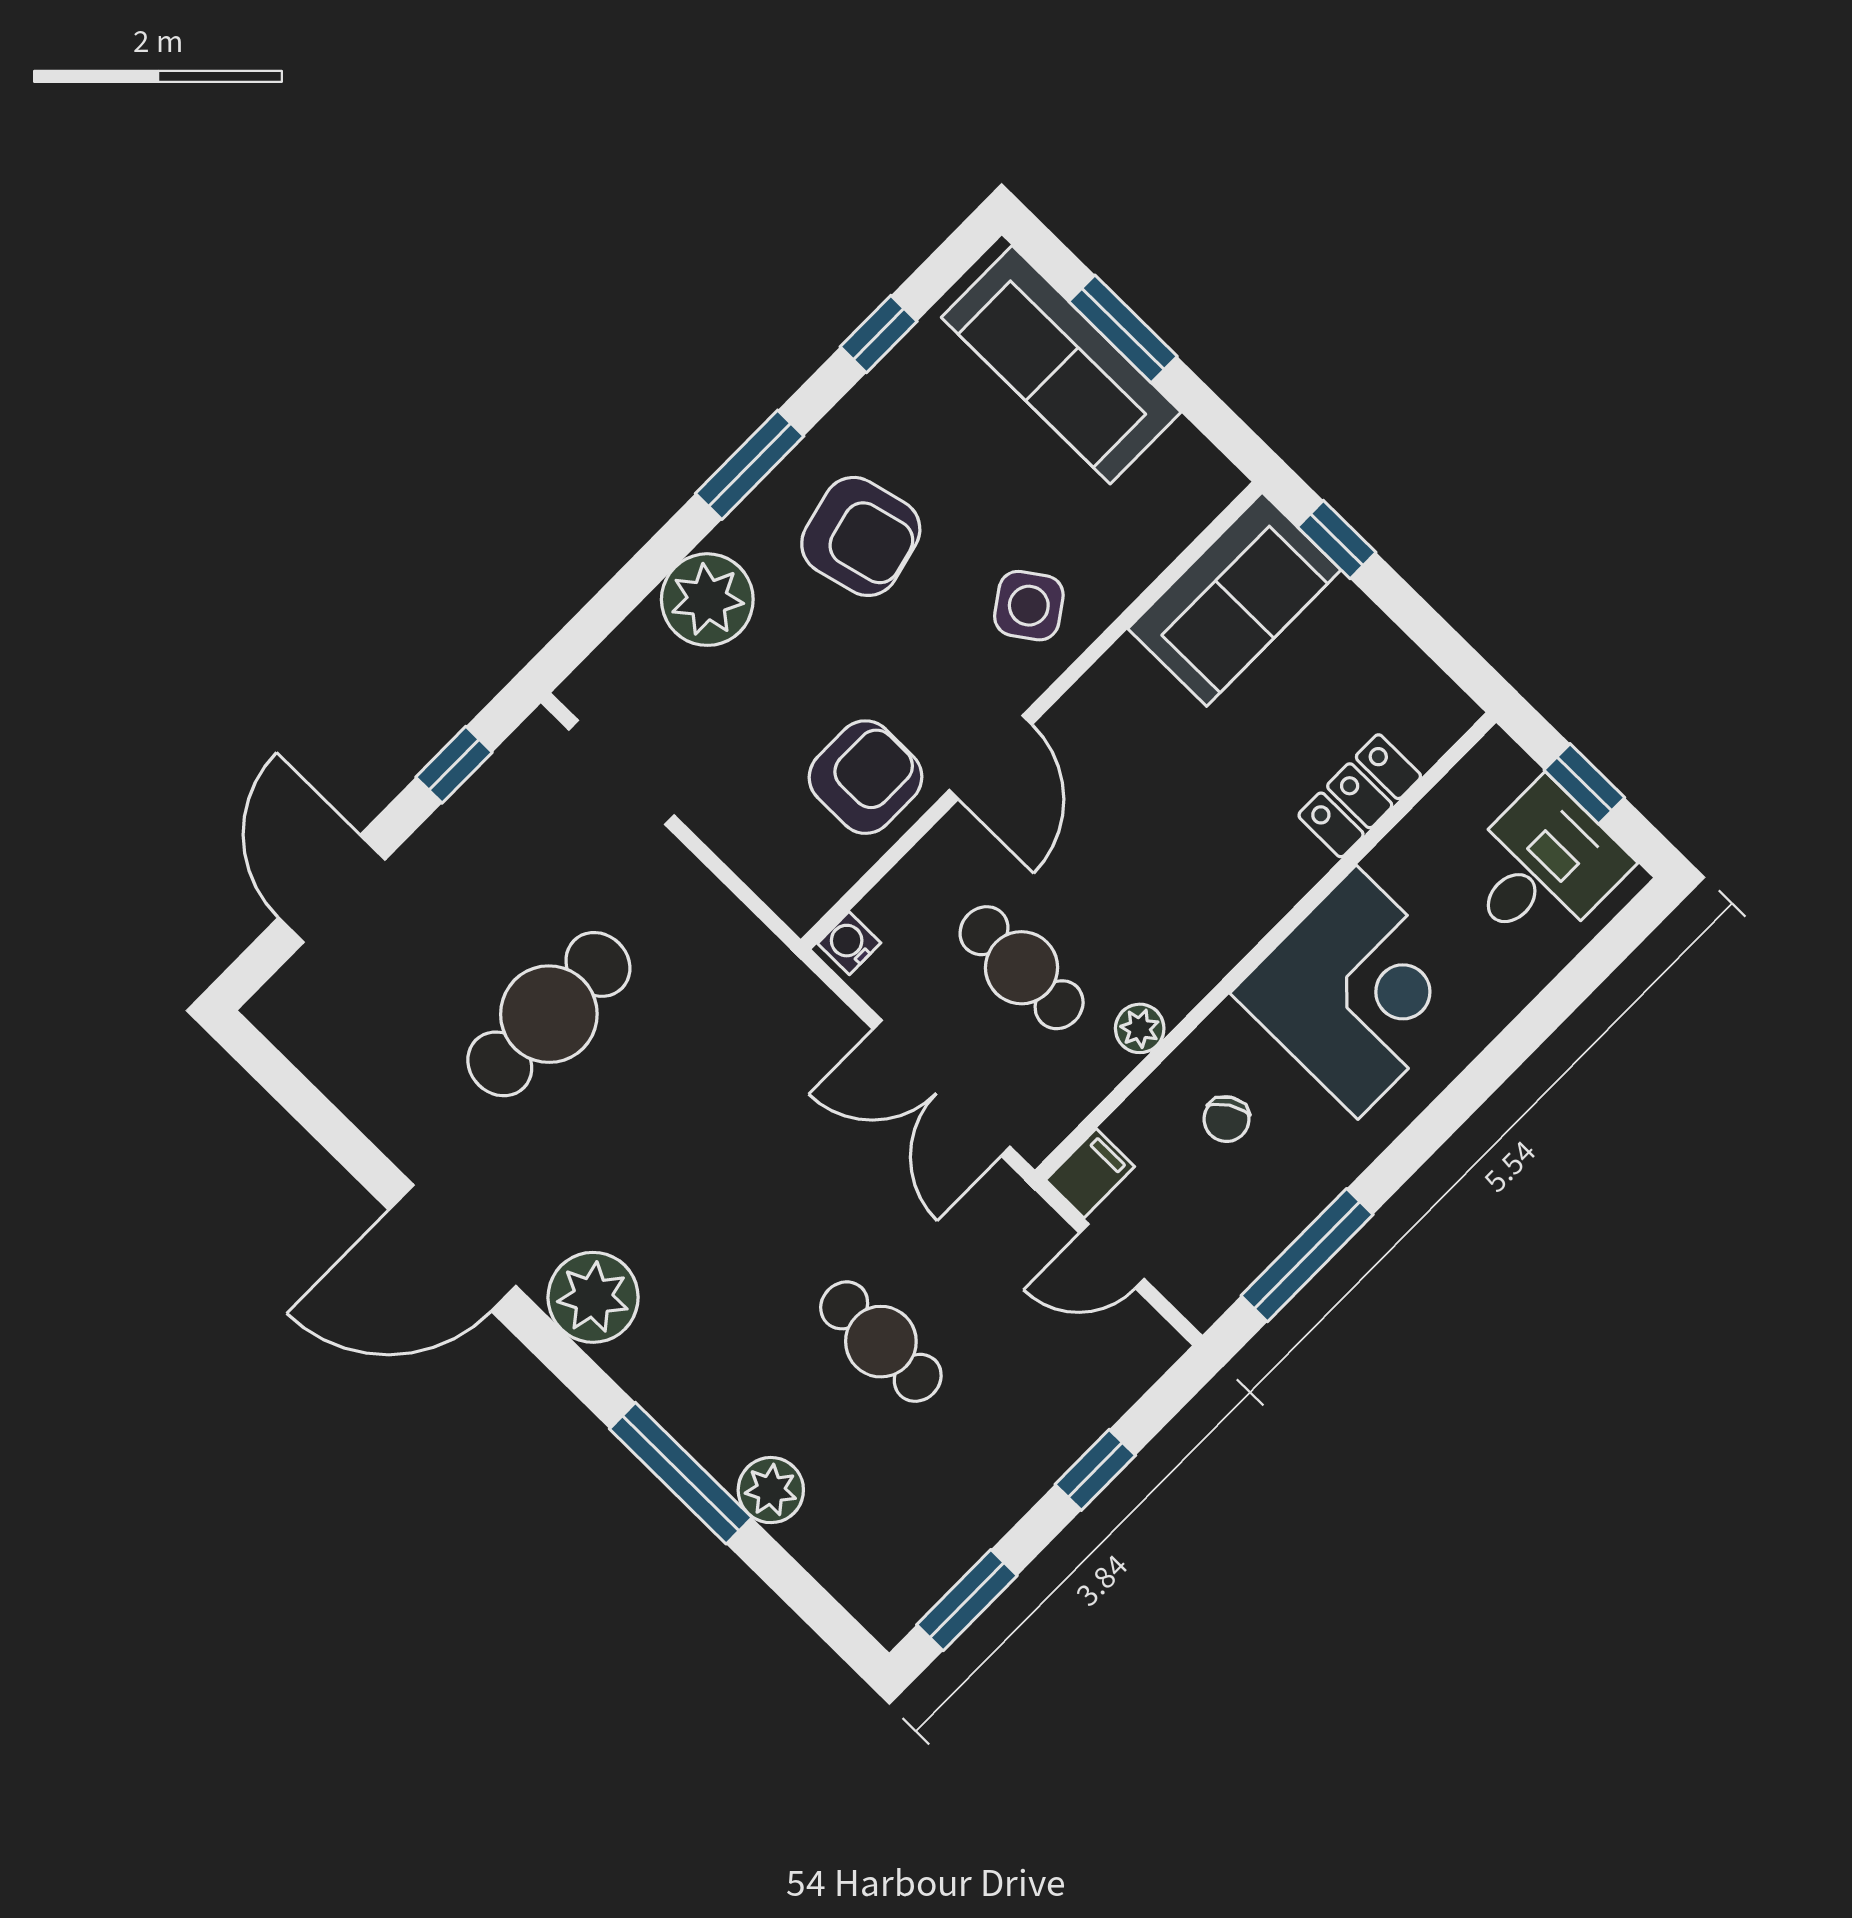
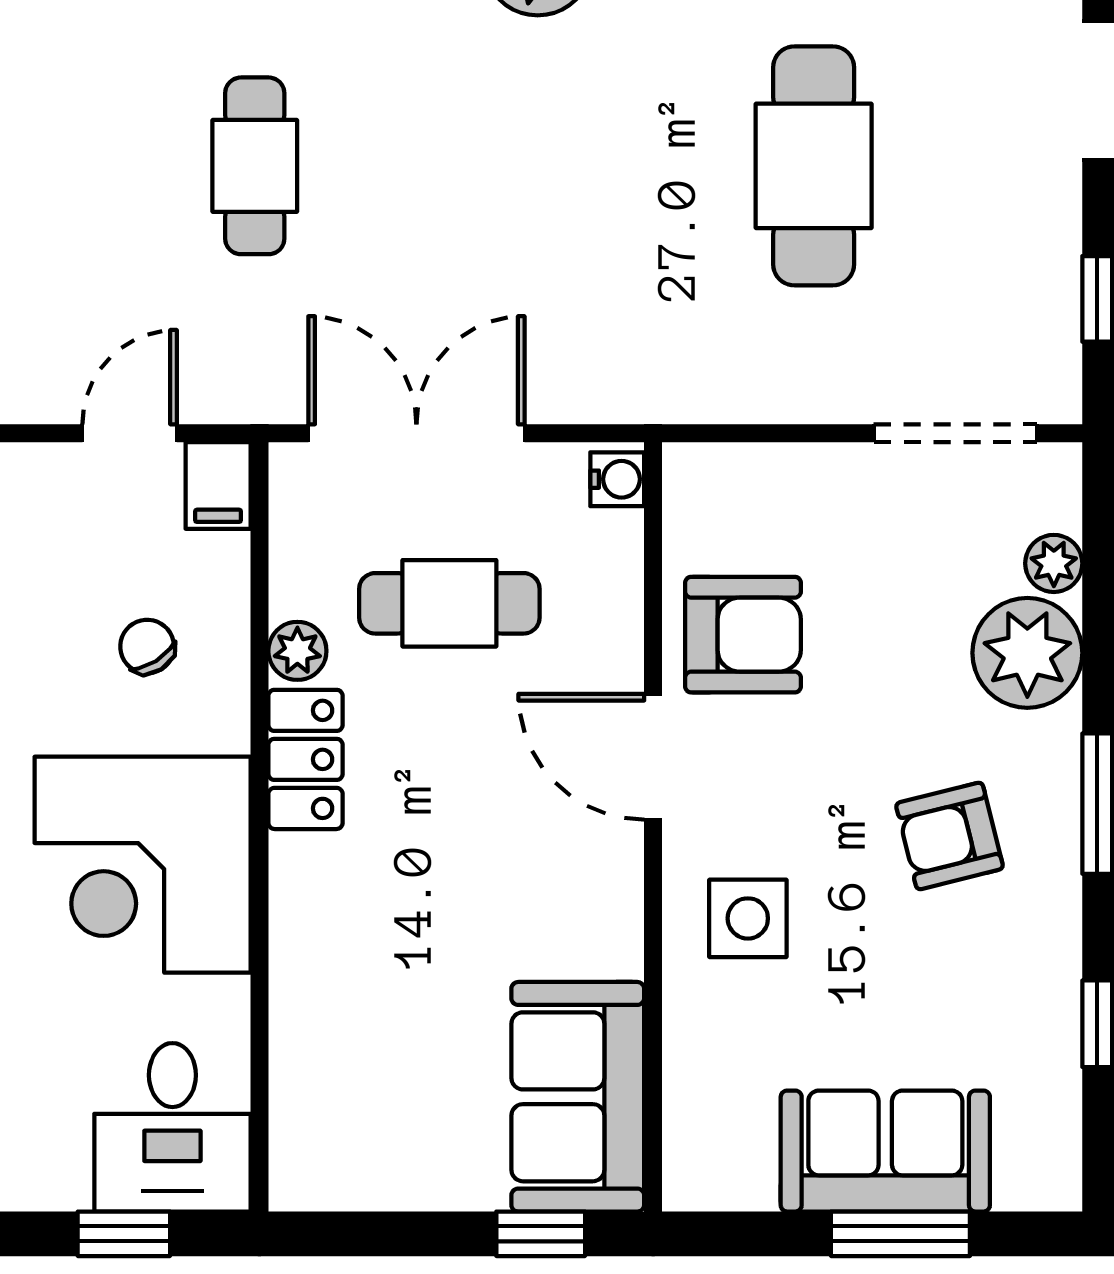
sofa: (1061, 365) -> (885, 1151), width x0.73
armchair: (861, 536) -> (950, 836), width x0.72, depth x0.72
side table: (1029, 606) -> (748, 918), turned 35
plant: (639, 637) -> (1054, 563), added
armchair: (866, 777) -> (743, 635), turned -90
locker: (1360, 796) -> (305, 759), moved
desk: (1542, 867) -> (172, 1127), moved
cafe table: (881, 1342) -> (255, 166), turned 90

